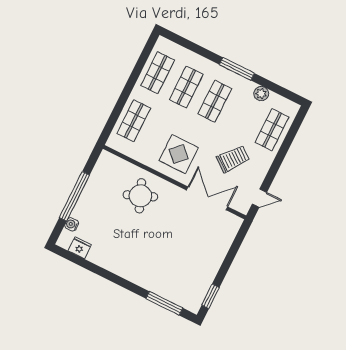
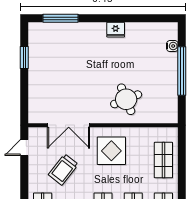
fridge: (80, 248) -> (116, 30), moved
window: (211, 296) -> (24, 58), moved

